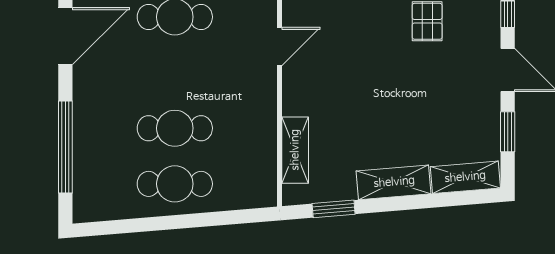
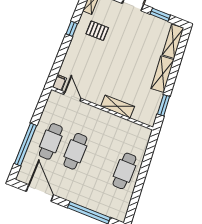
door: (280, 46) -> (72, 96), moved
cafe table: (175, 128) -> (75, 151), moved
shelving: (295, 150) -> (118, 106), moved

